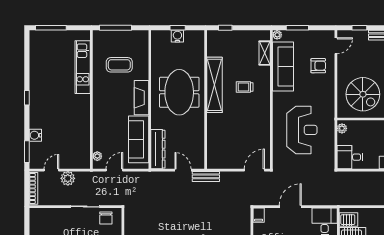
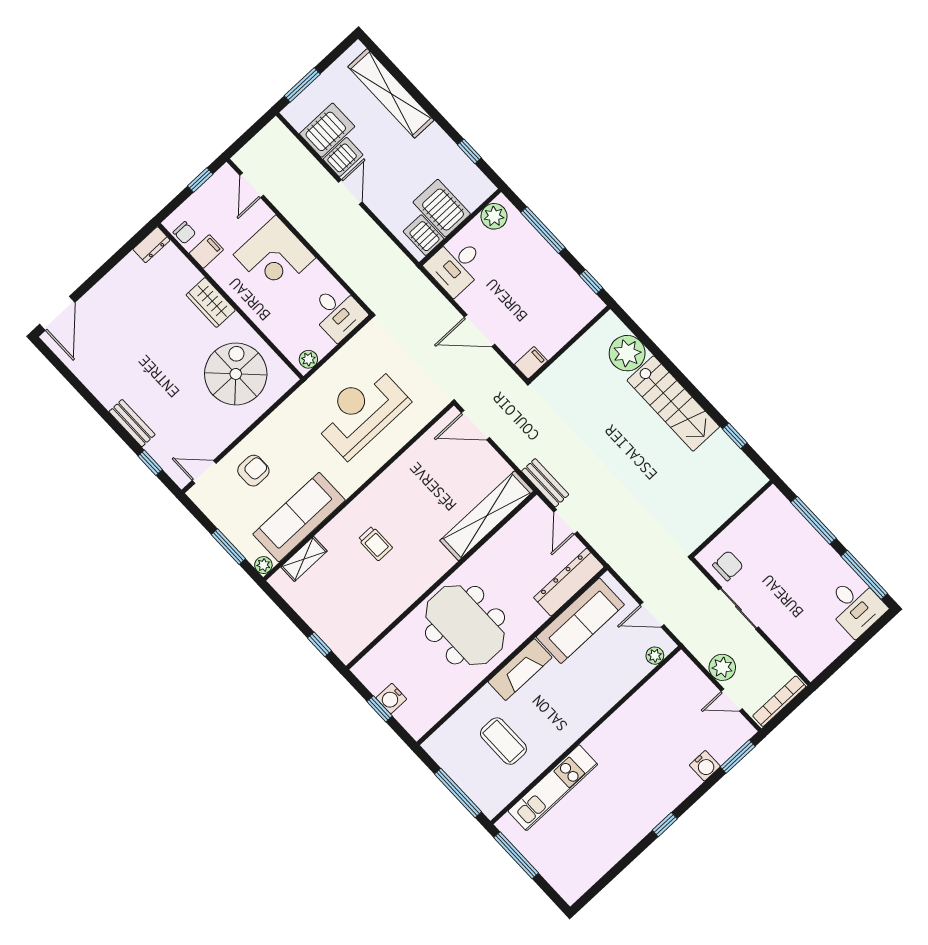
window: (51, 28) -> (516, 855), moved
armchair: (318, 66) -> (253, 471), turned 90
shelving: (214, 85) -> (487, 516), moved
meeting table: (179, 92) -> (465, 625), turned 90

